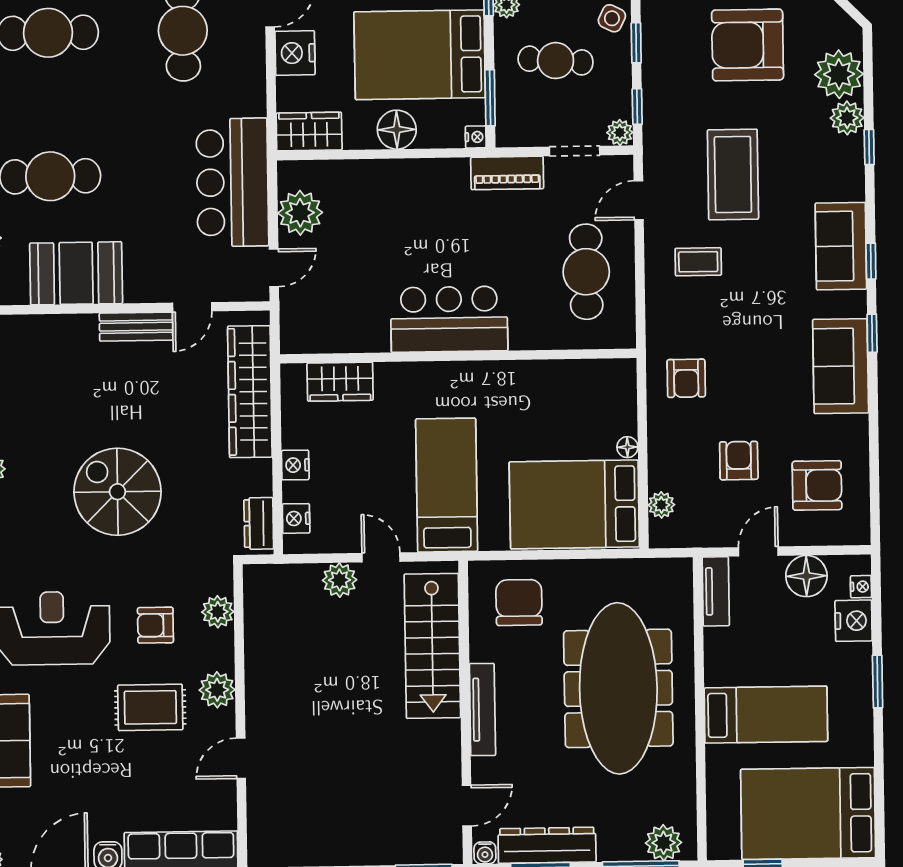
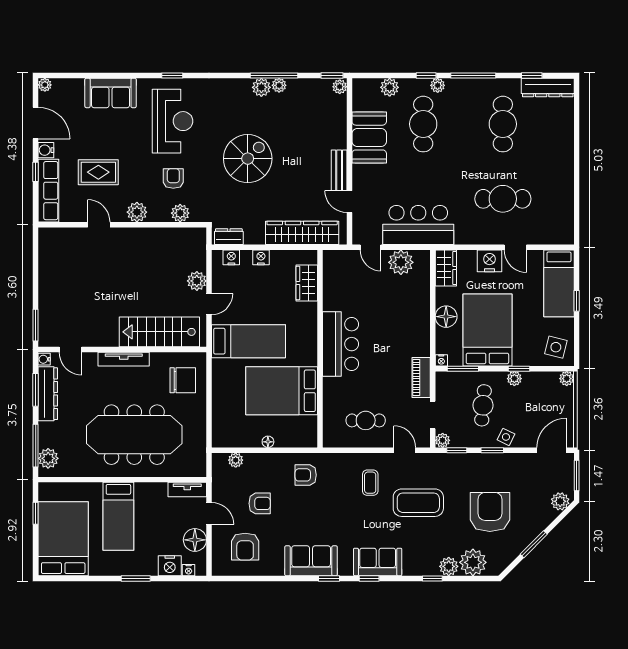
cafe table: (586, 272) -> (366, 420), width x0.73, depth x0.74
bed: (574, 504) -> (282, 391), moved, turned -90
rug: (150, 707) -> (98, 172), moved, turned 90

